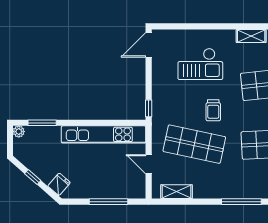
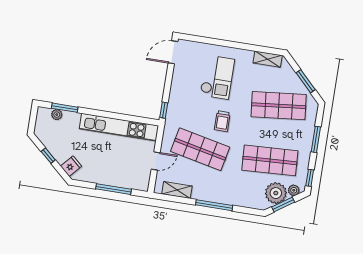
checkout: (200, 64) -> (217, 77), turned -90
plant: (19, 132) -> (57, 115), moved
door: (149, 164) -> (156, 161), swing flipped
window: (241, 202) -> (214, 205), moved

